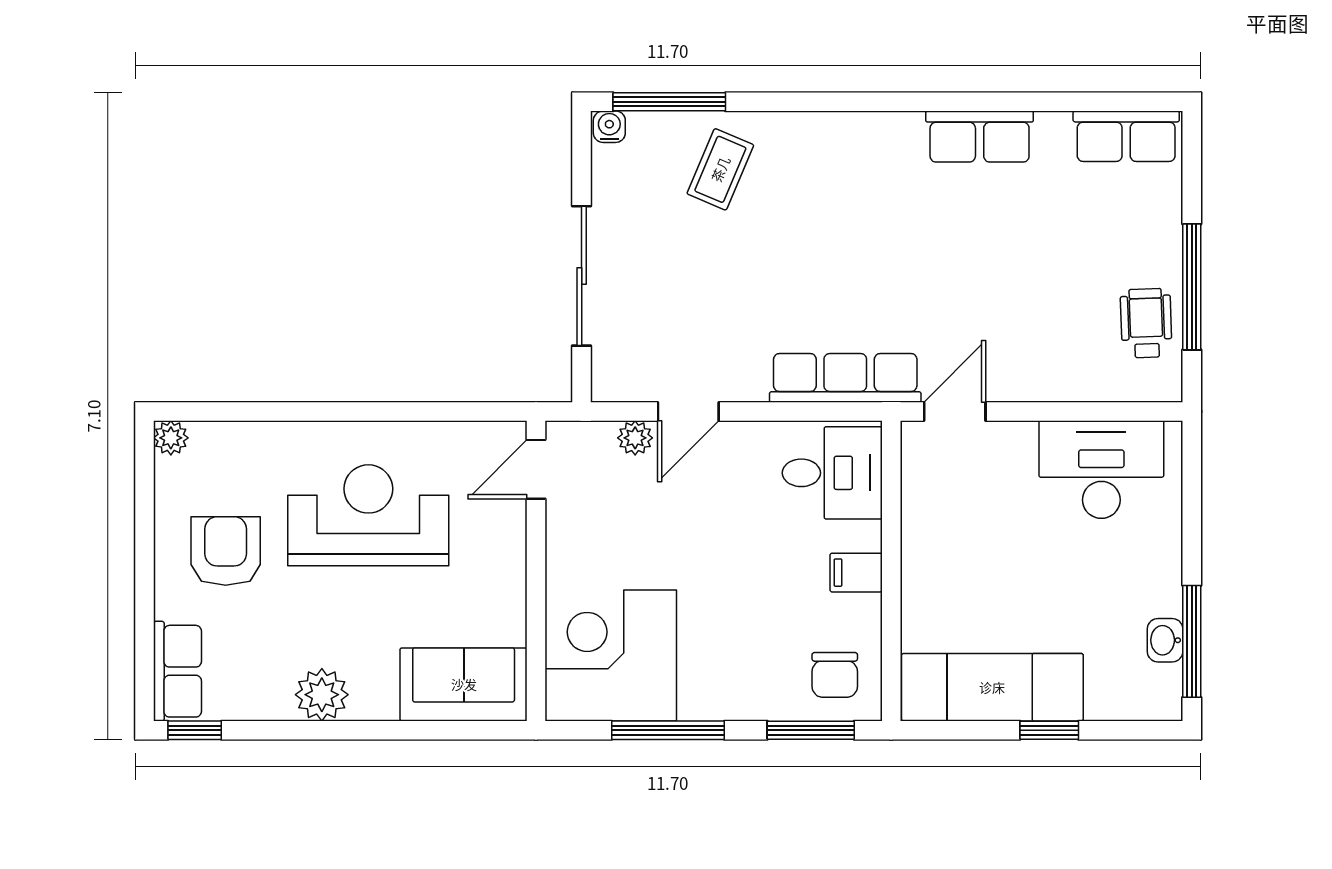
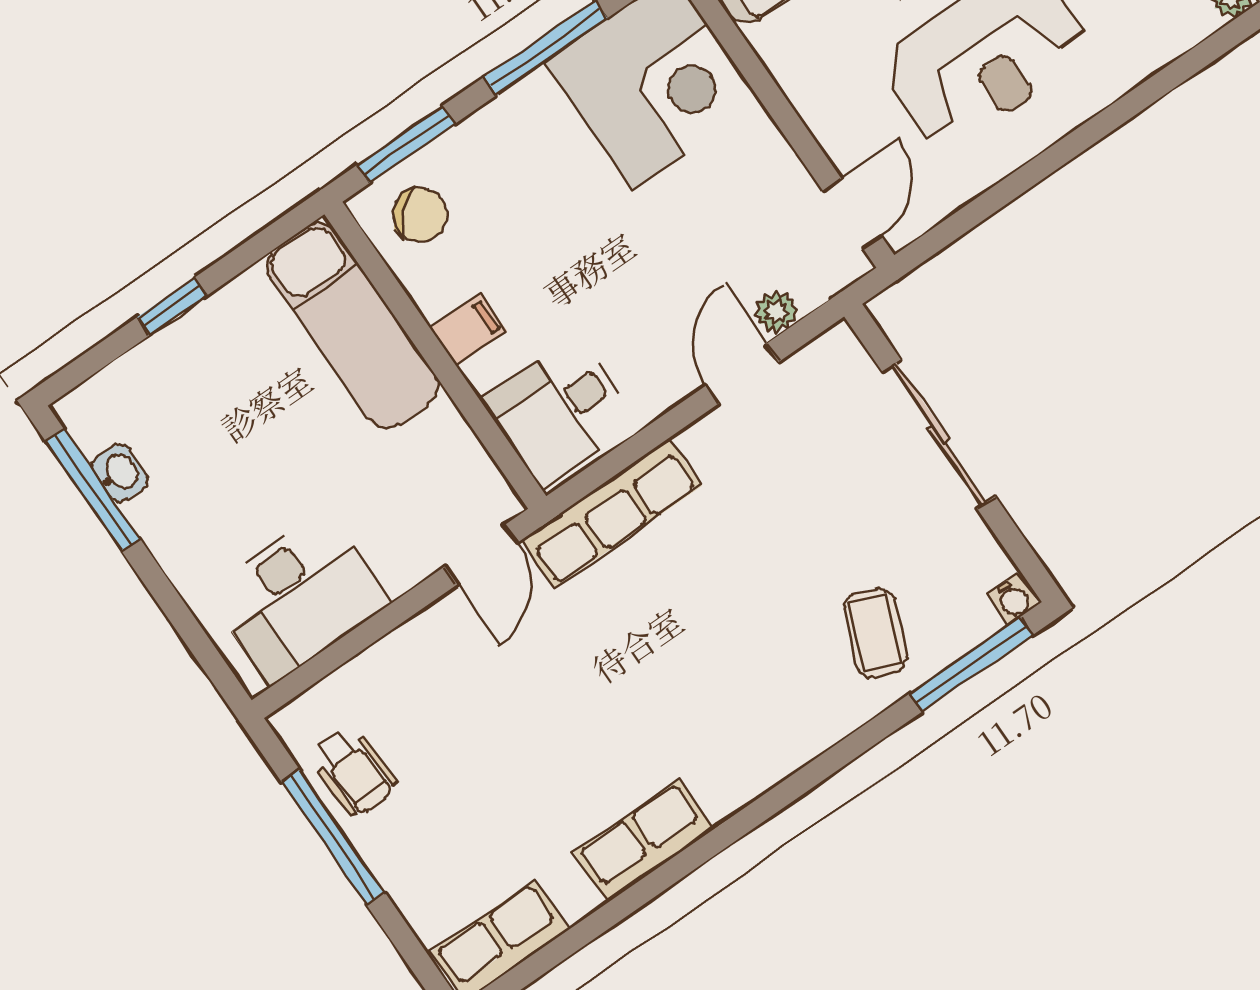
chair: (835, 675) -> (420, 215), turned 135
exam couch: (992, 687) -> (353, 326), moved, turned 90

